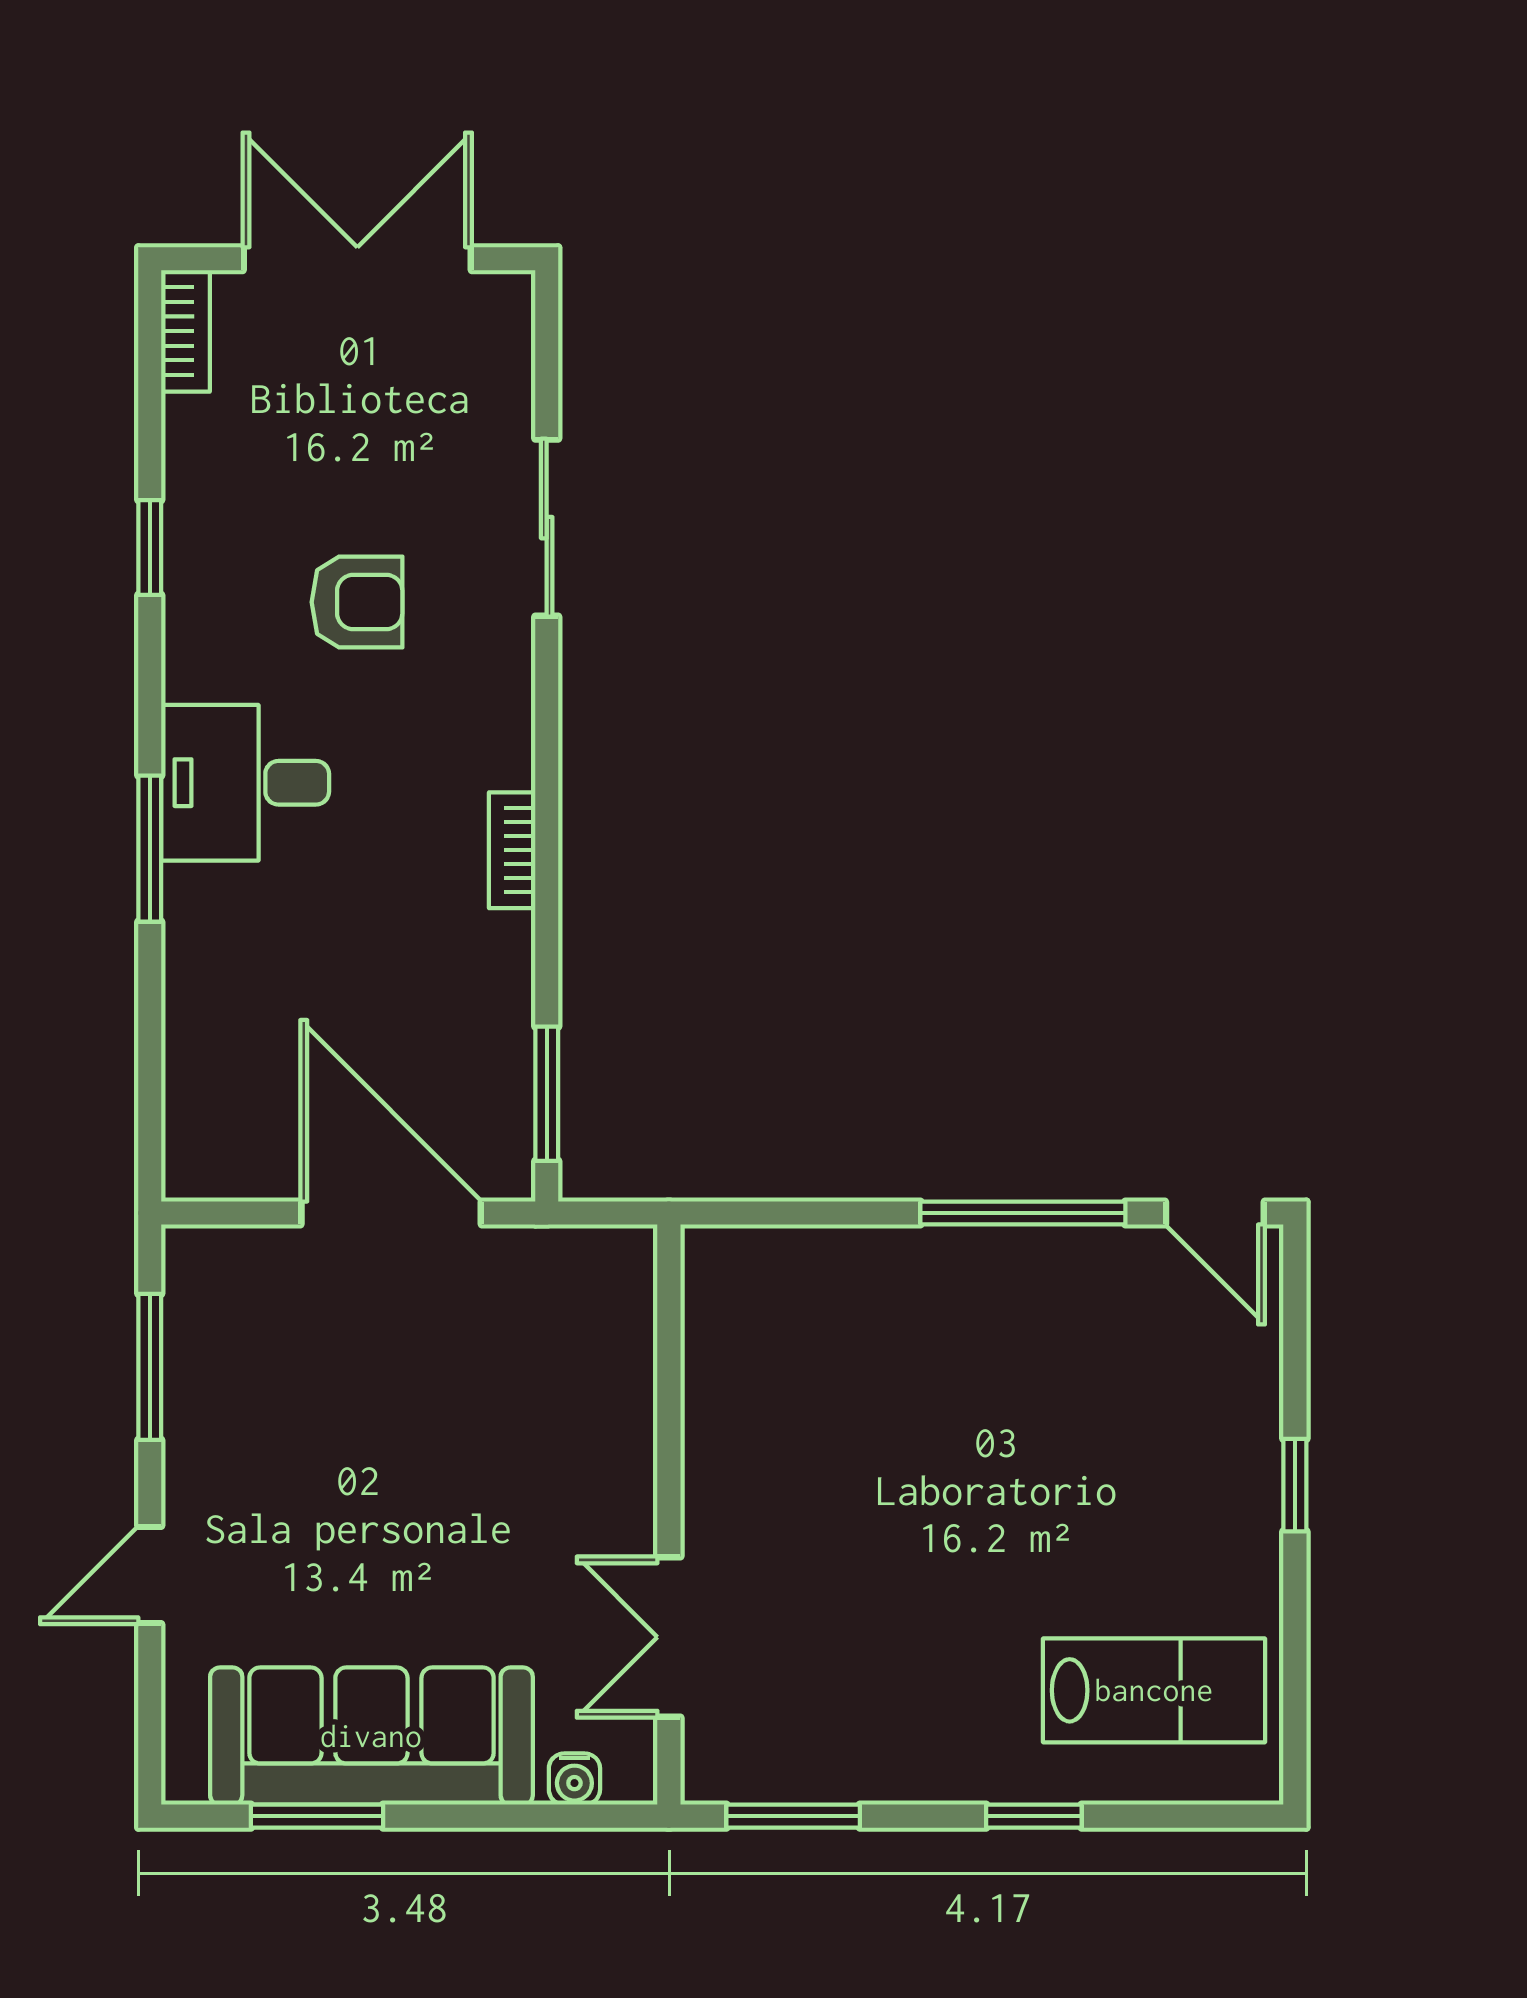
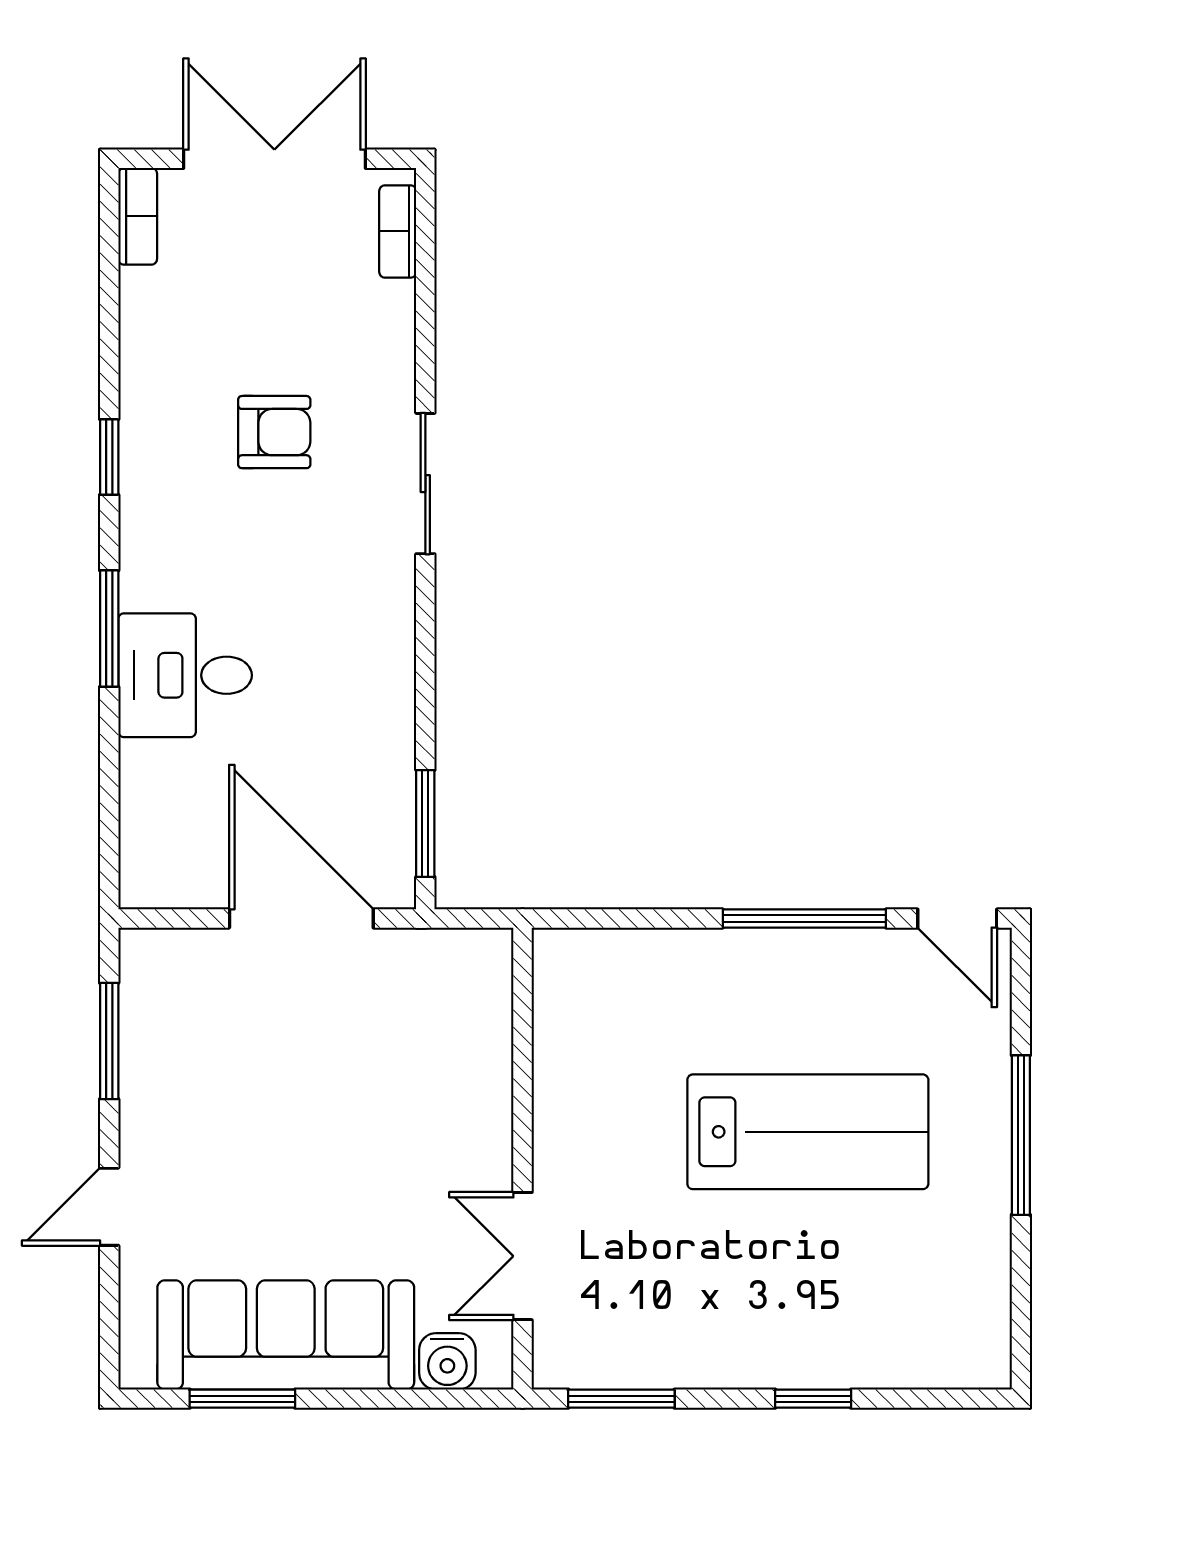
sliding door: (547, 528) -> (425, 484), moved
window: (150, 547) -> (109, 457), moved
desk: (245, 783) -> (185, 675), moved
bookcase: (512, 850) -> (398, 231), moved
window: (1295, 1485) -> (1021, 1135), width x2.17
lab bench: (1154, 1690) -> (808, 1132), moved, width x1.36, depth x1.39
water cooler: (574, 1779) -> (447, 1361), width x1.38, depth x1.38

